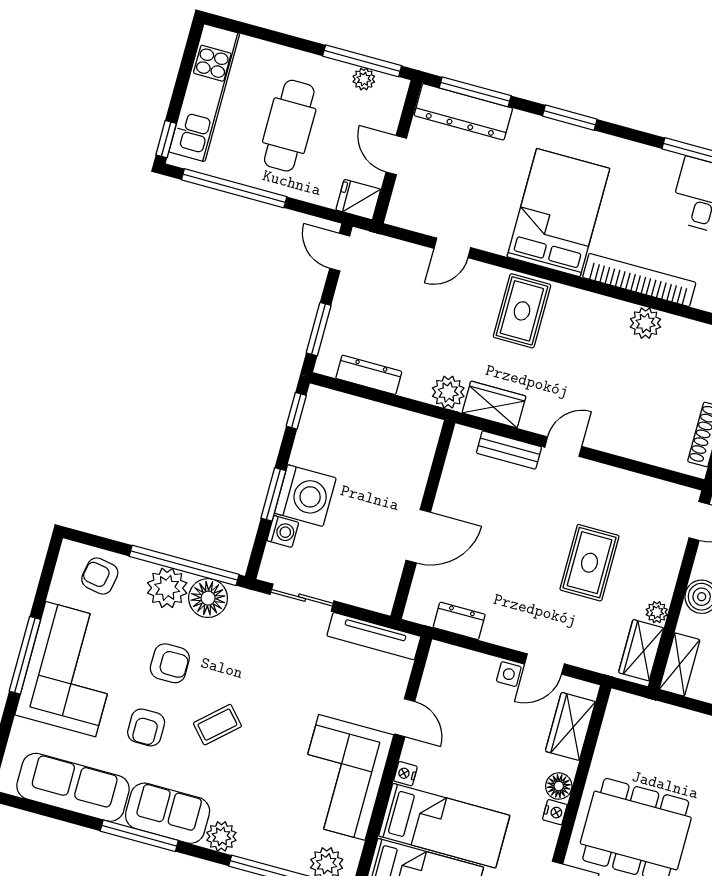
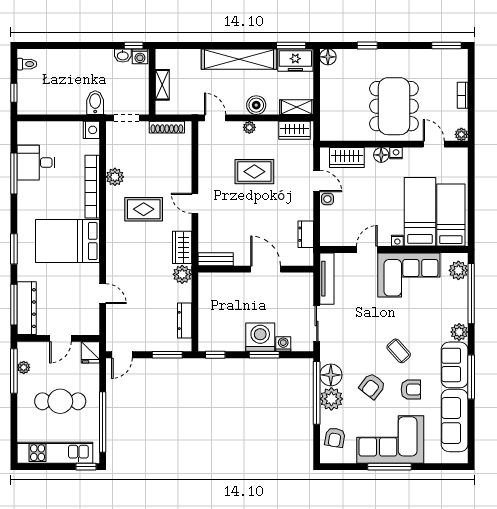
rug: (522, 311) -> (144, 209), moved
bench: (509, 450) -> (216, 259), moved, turned 90
plant: (657, 612) -> (249, 127), moved
armchair: (170, 663) -> (372, 386), turned -142

